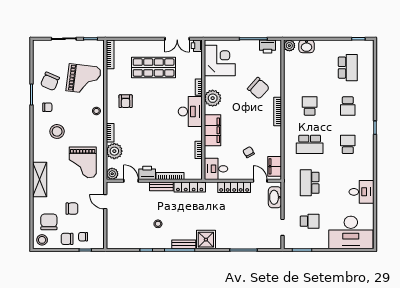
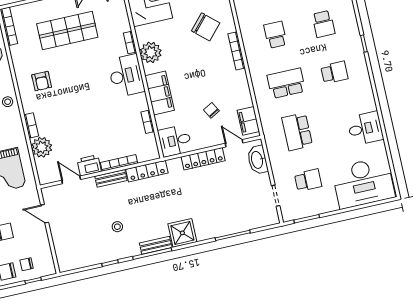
school desk: (310, 144) -> (286, 83), turned 180
school desk: (348, 144) -> (334, 72), turned 90
plant: (112, 174) -> (45, 176), removed

